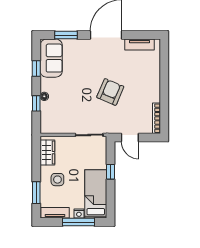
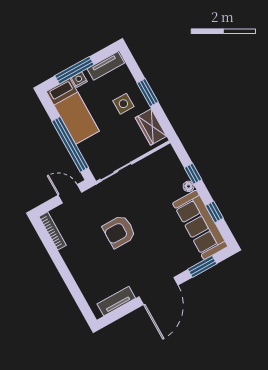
sofa: (51, 58) -> (200, 225), width x1.36
armchair: (110, 92) -> (119, 231), turned 67
window: (110, 172) -> (70, 144), width x3.17
window: (36, 193) -> (148, 93), moved

